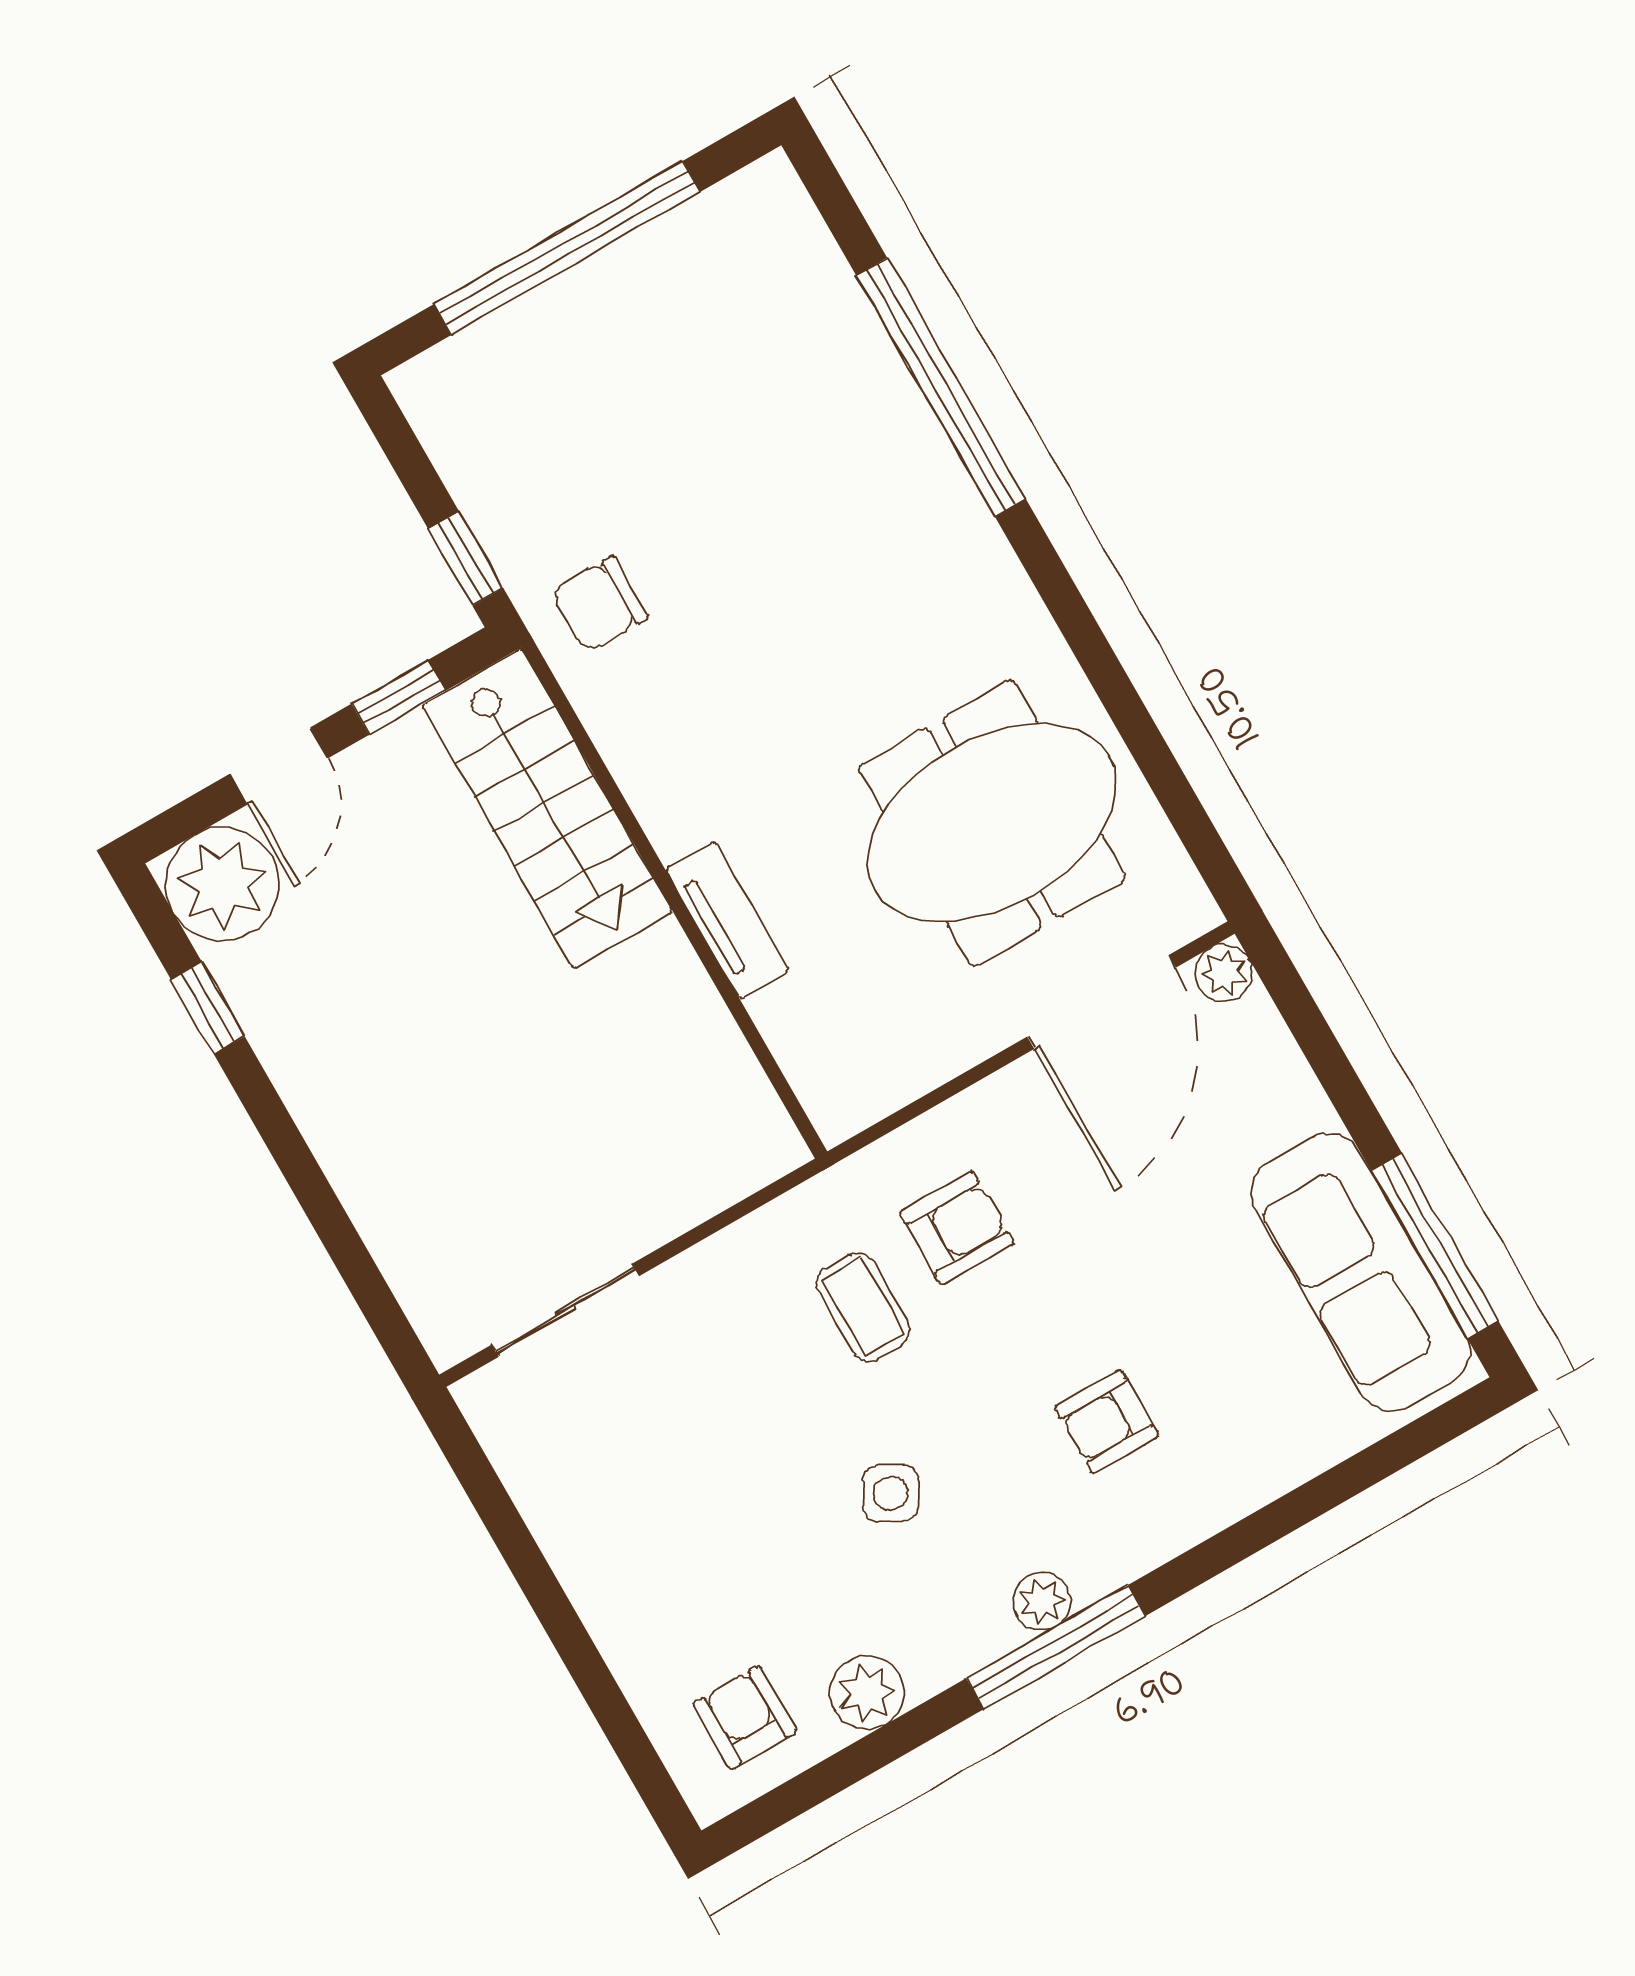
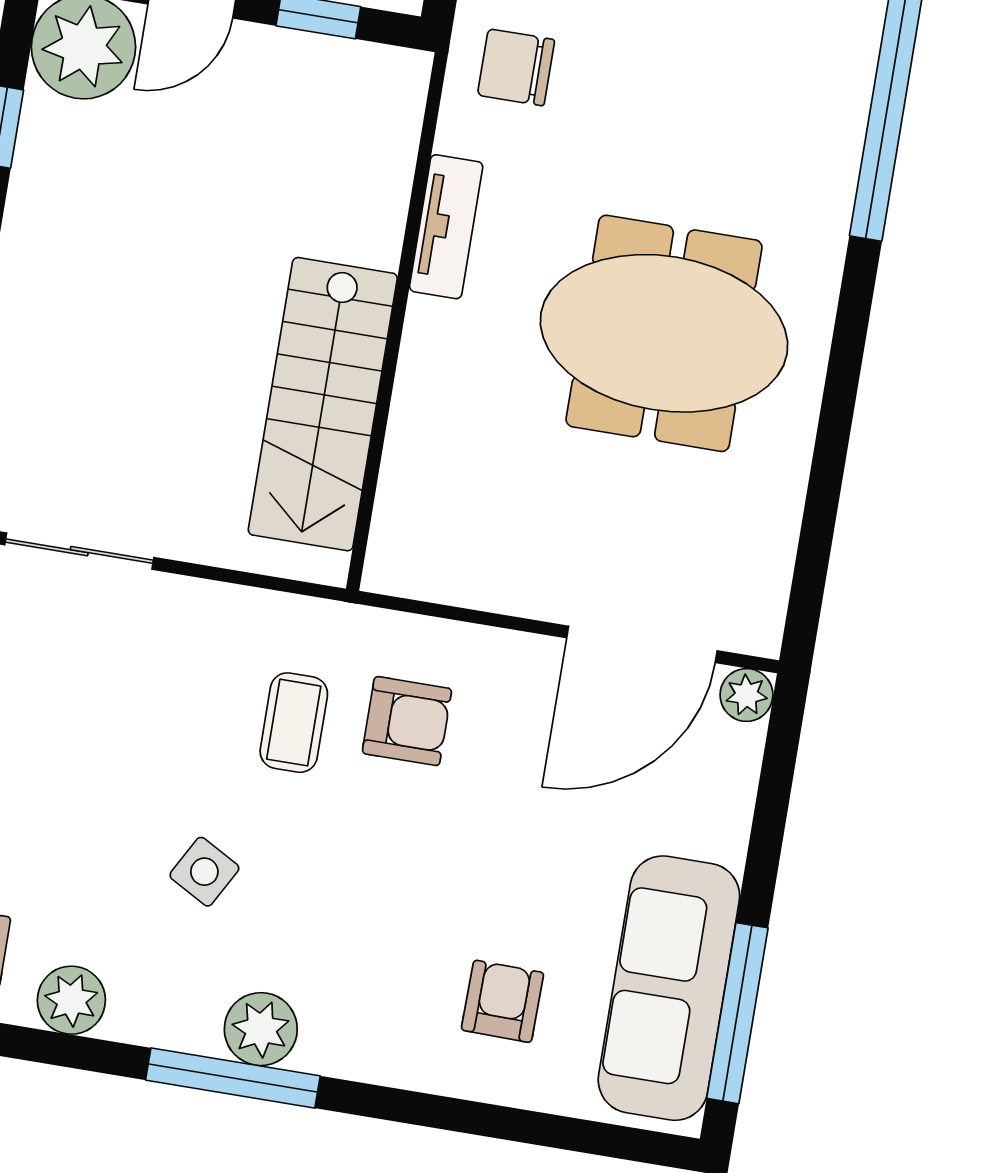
stairs: (547, 808) -> (323, 404), moved
meeting table: (992, 823) -> (664, 333), moved
tv unit: (727, 920) -> (446, 227), moved
armchair: (1107, 1422) -> (503, 1001), moved, turned 91
plant: (1042, 1601) -> (261, 1029), width x1.38, depth x1.38

